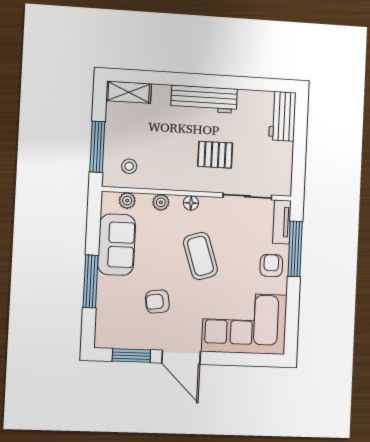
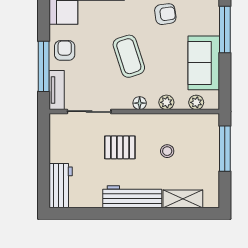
shelving: (129, 92) -> (183, 199), moved
stool: (129, 166) -> (167, 151), moved
armchair: (271, 265) -> (65, 50), turned 180

